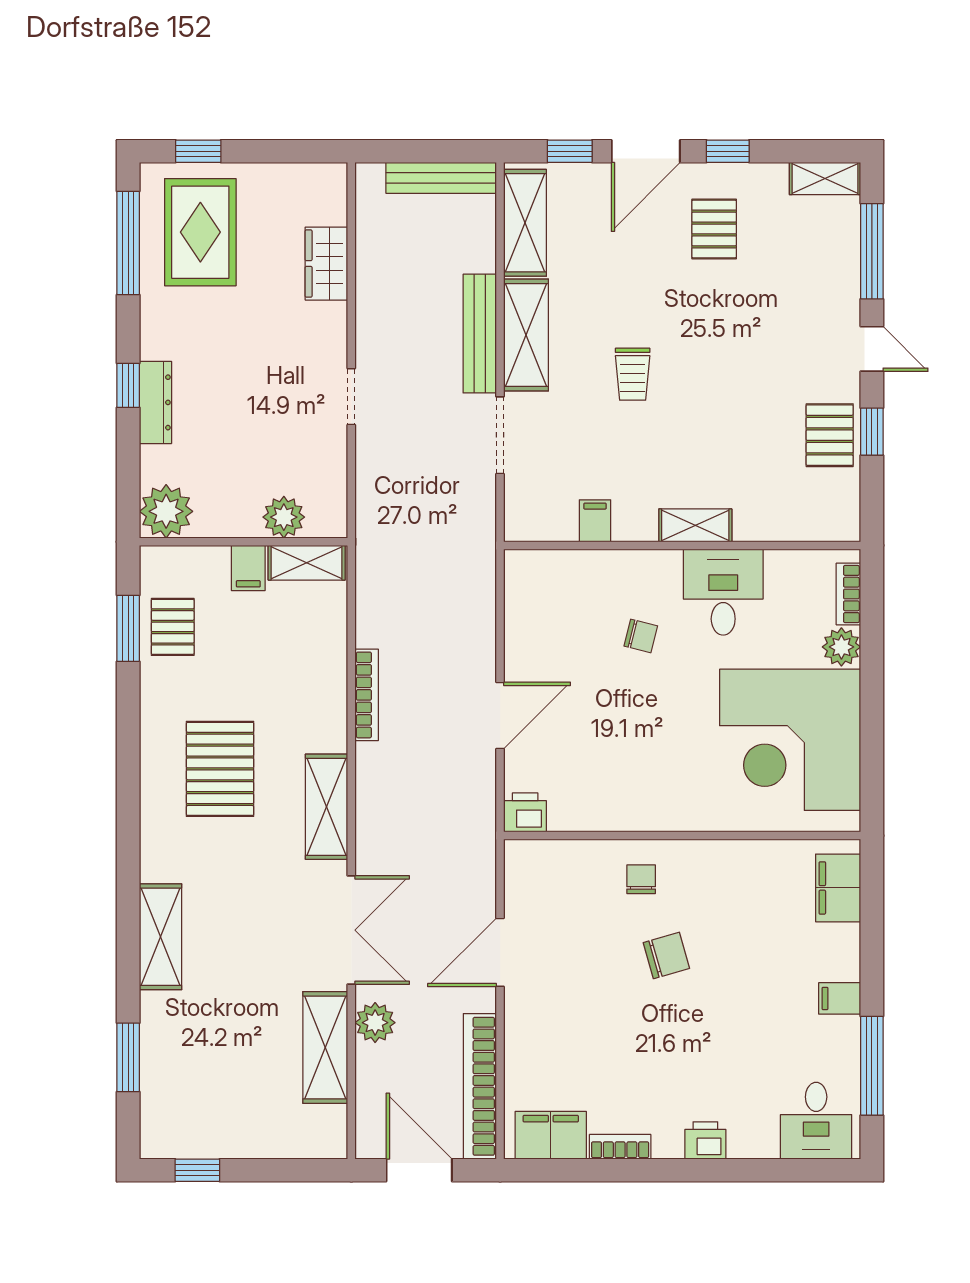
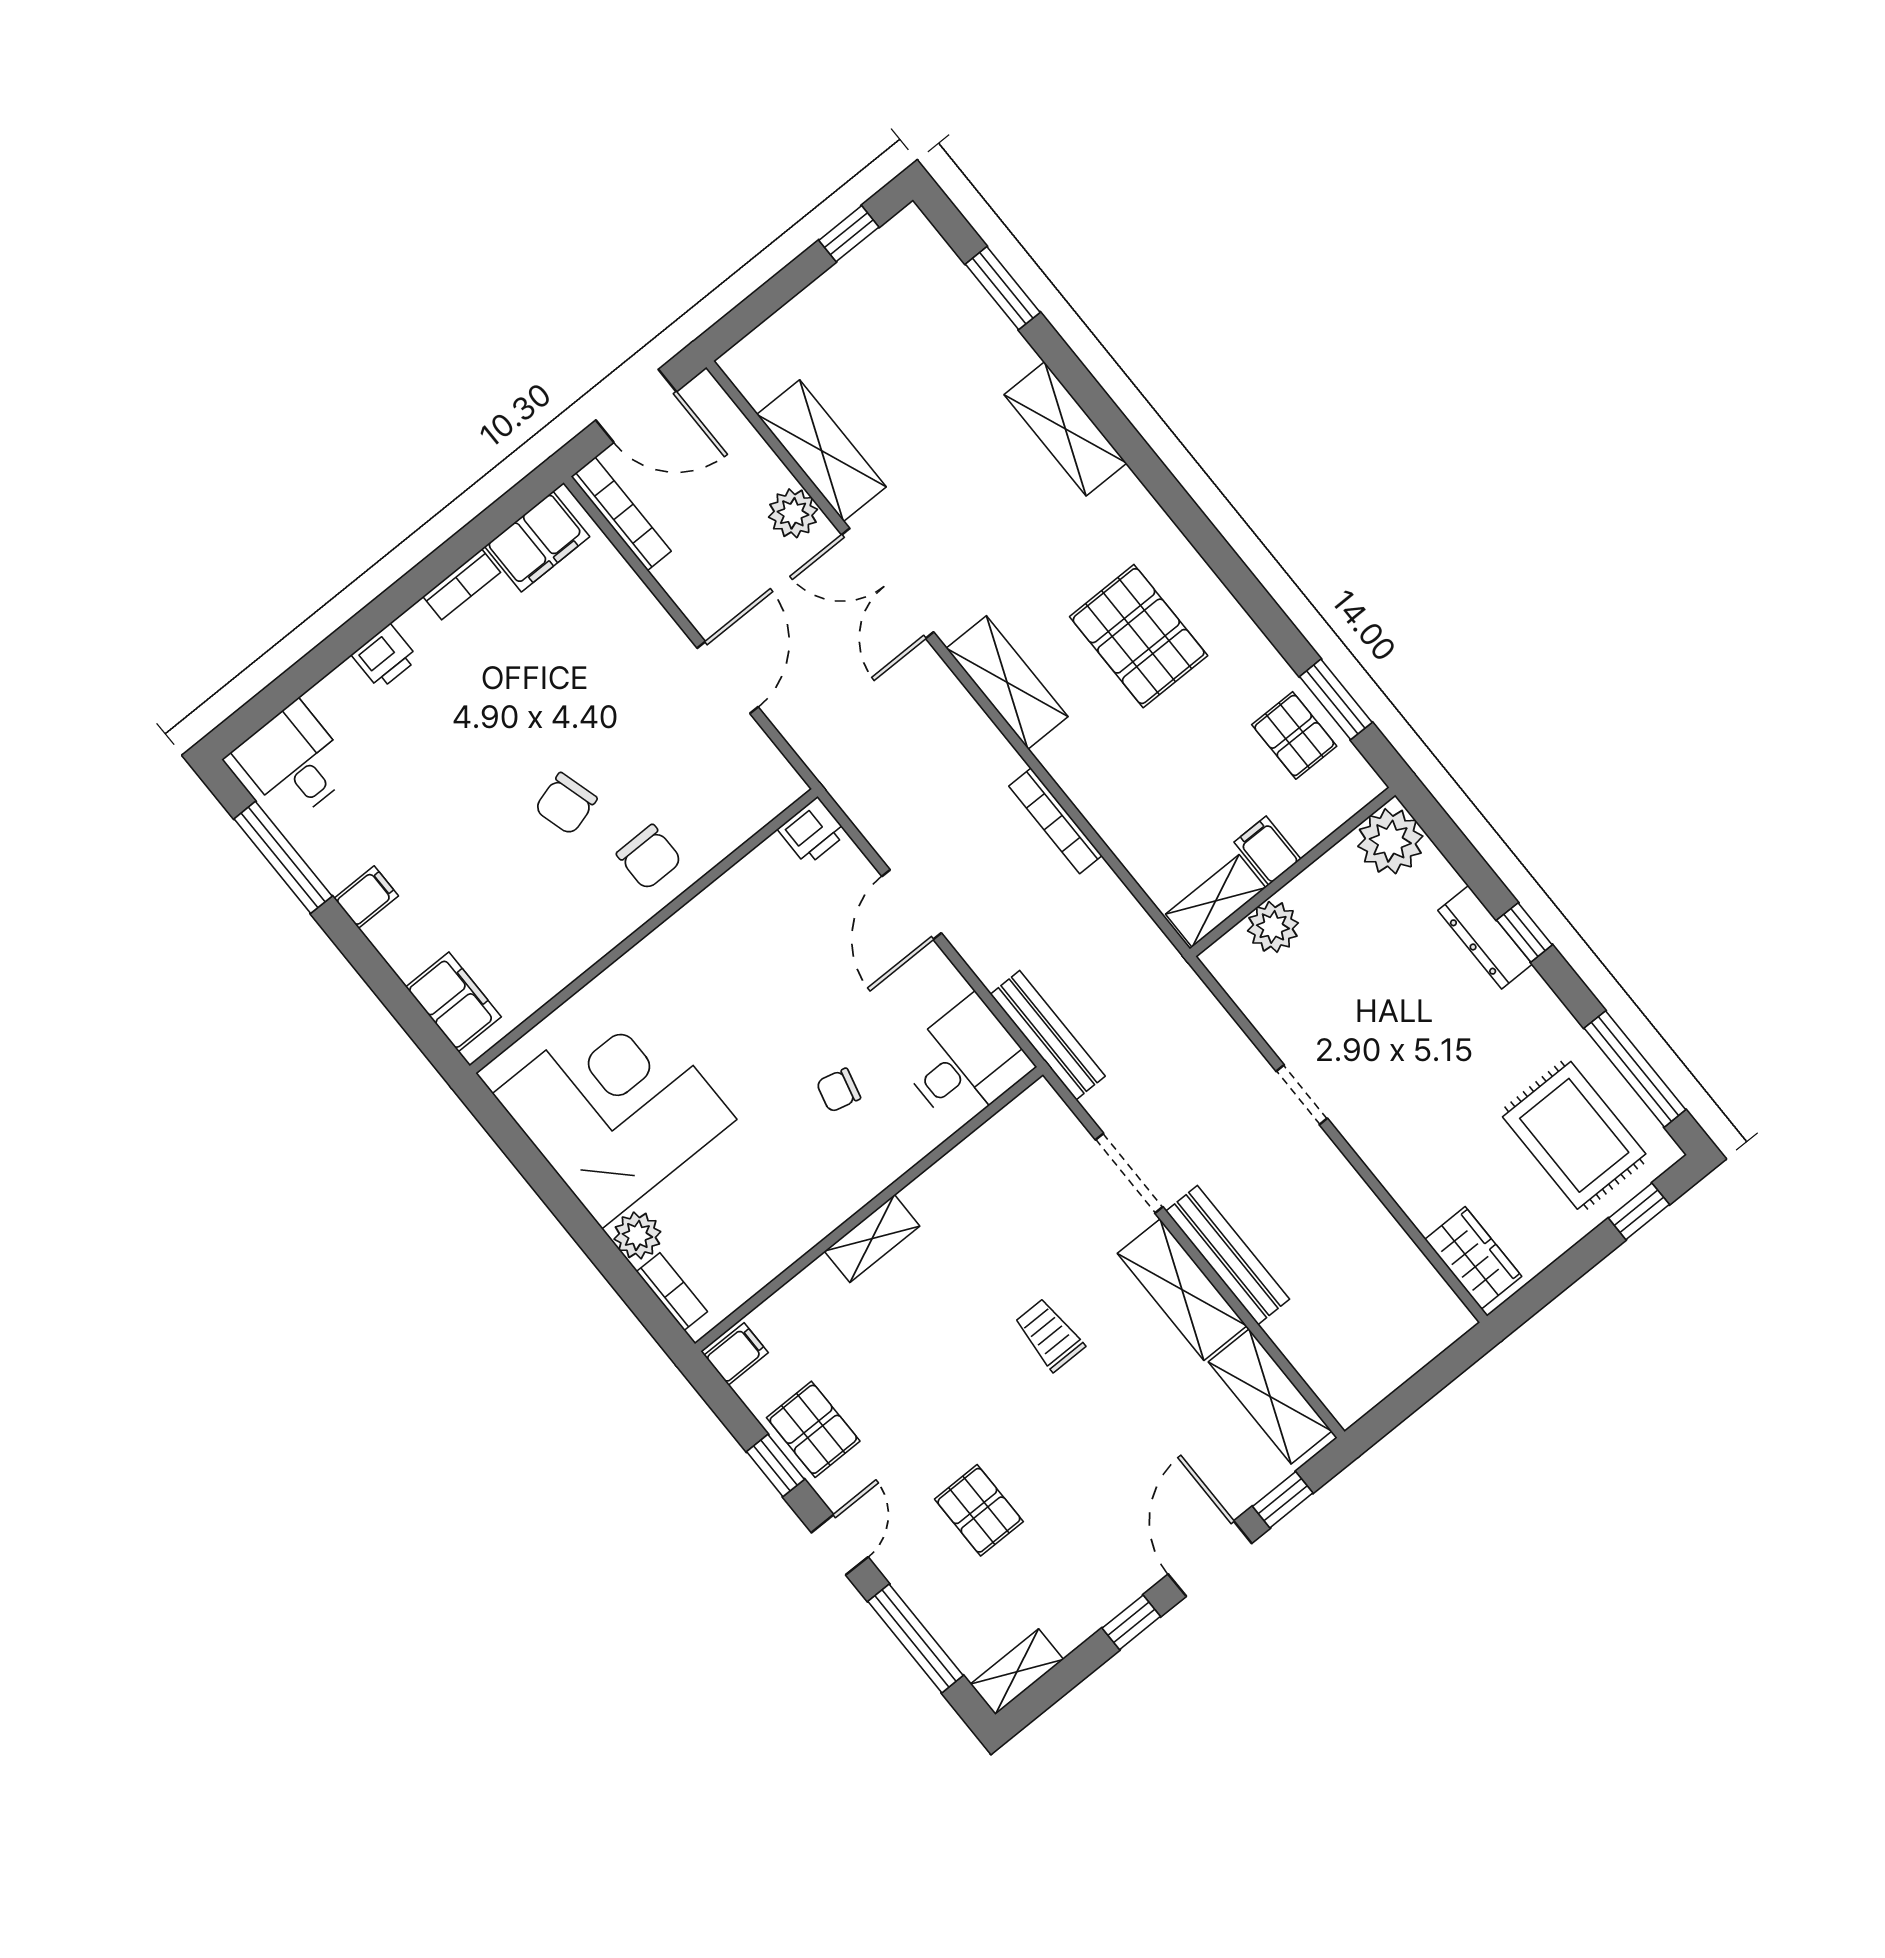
bench: (441, 178) -> (1048, 1035), moved, turned 90
pallet: (714, 229) -> (979, 1510), moved
wardrobe: (326, 264) -> (1473, 1258), moved
door: (872, 349) -> (840, 1545), swing flipped
filing cabinet: (595, 521) -> (736, 1354), moved, turned -90
desk: (723, 592) -> (965, 1062), moved, turned -90
chair: (641, 879) -> (649, 857), width x1.37, depth x1.37
bookcase: (480, 1086) -> (621, 514), width x0.68, depth x0.76

